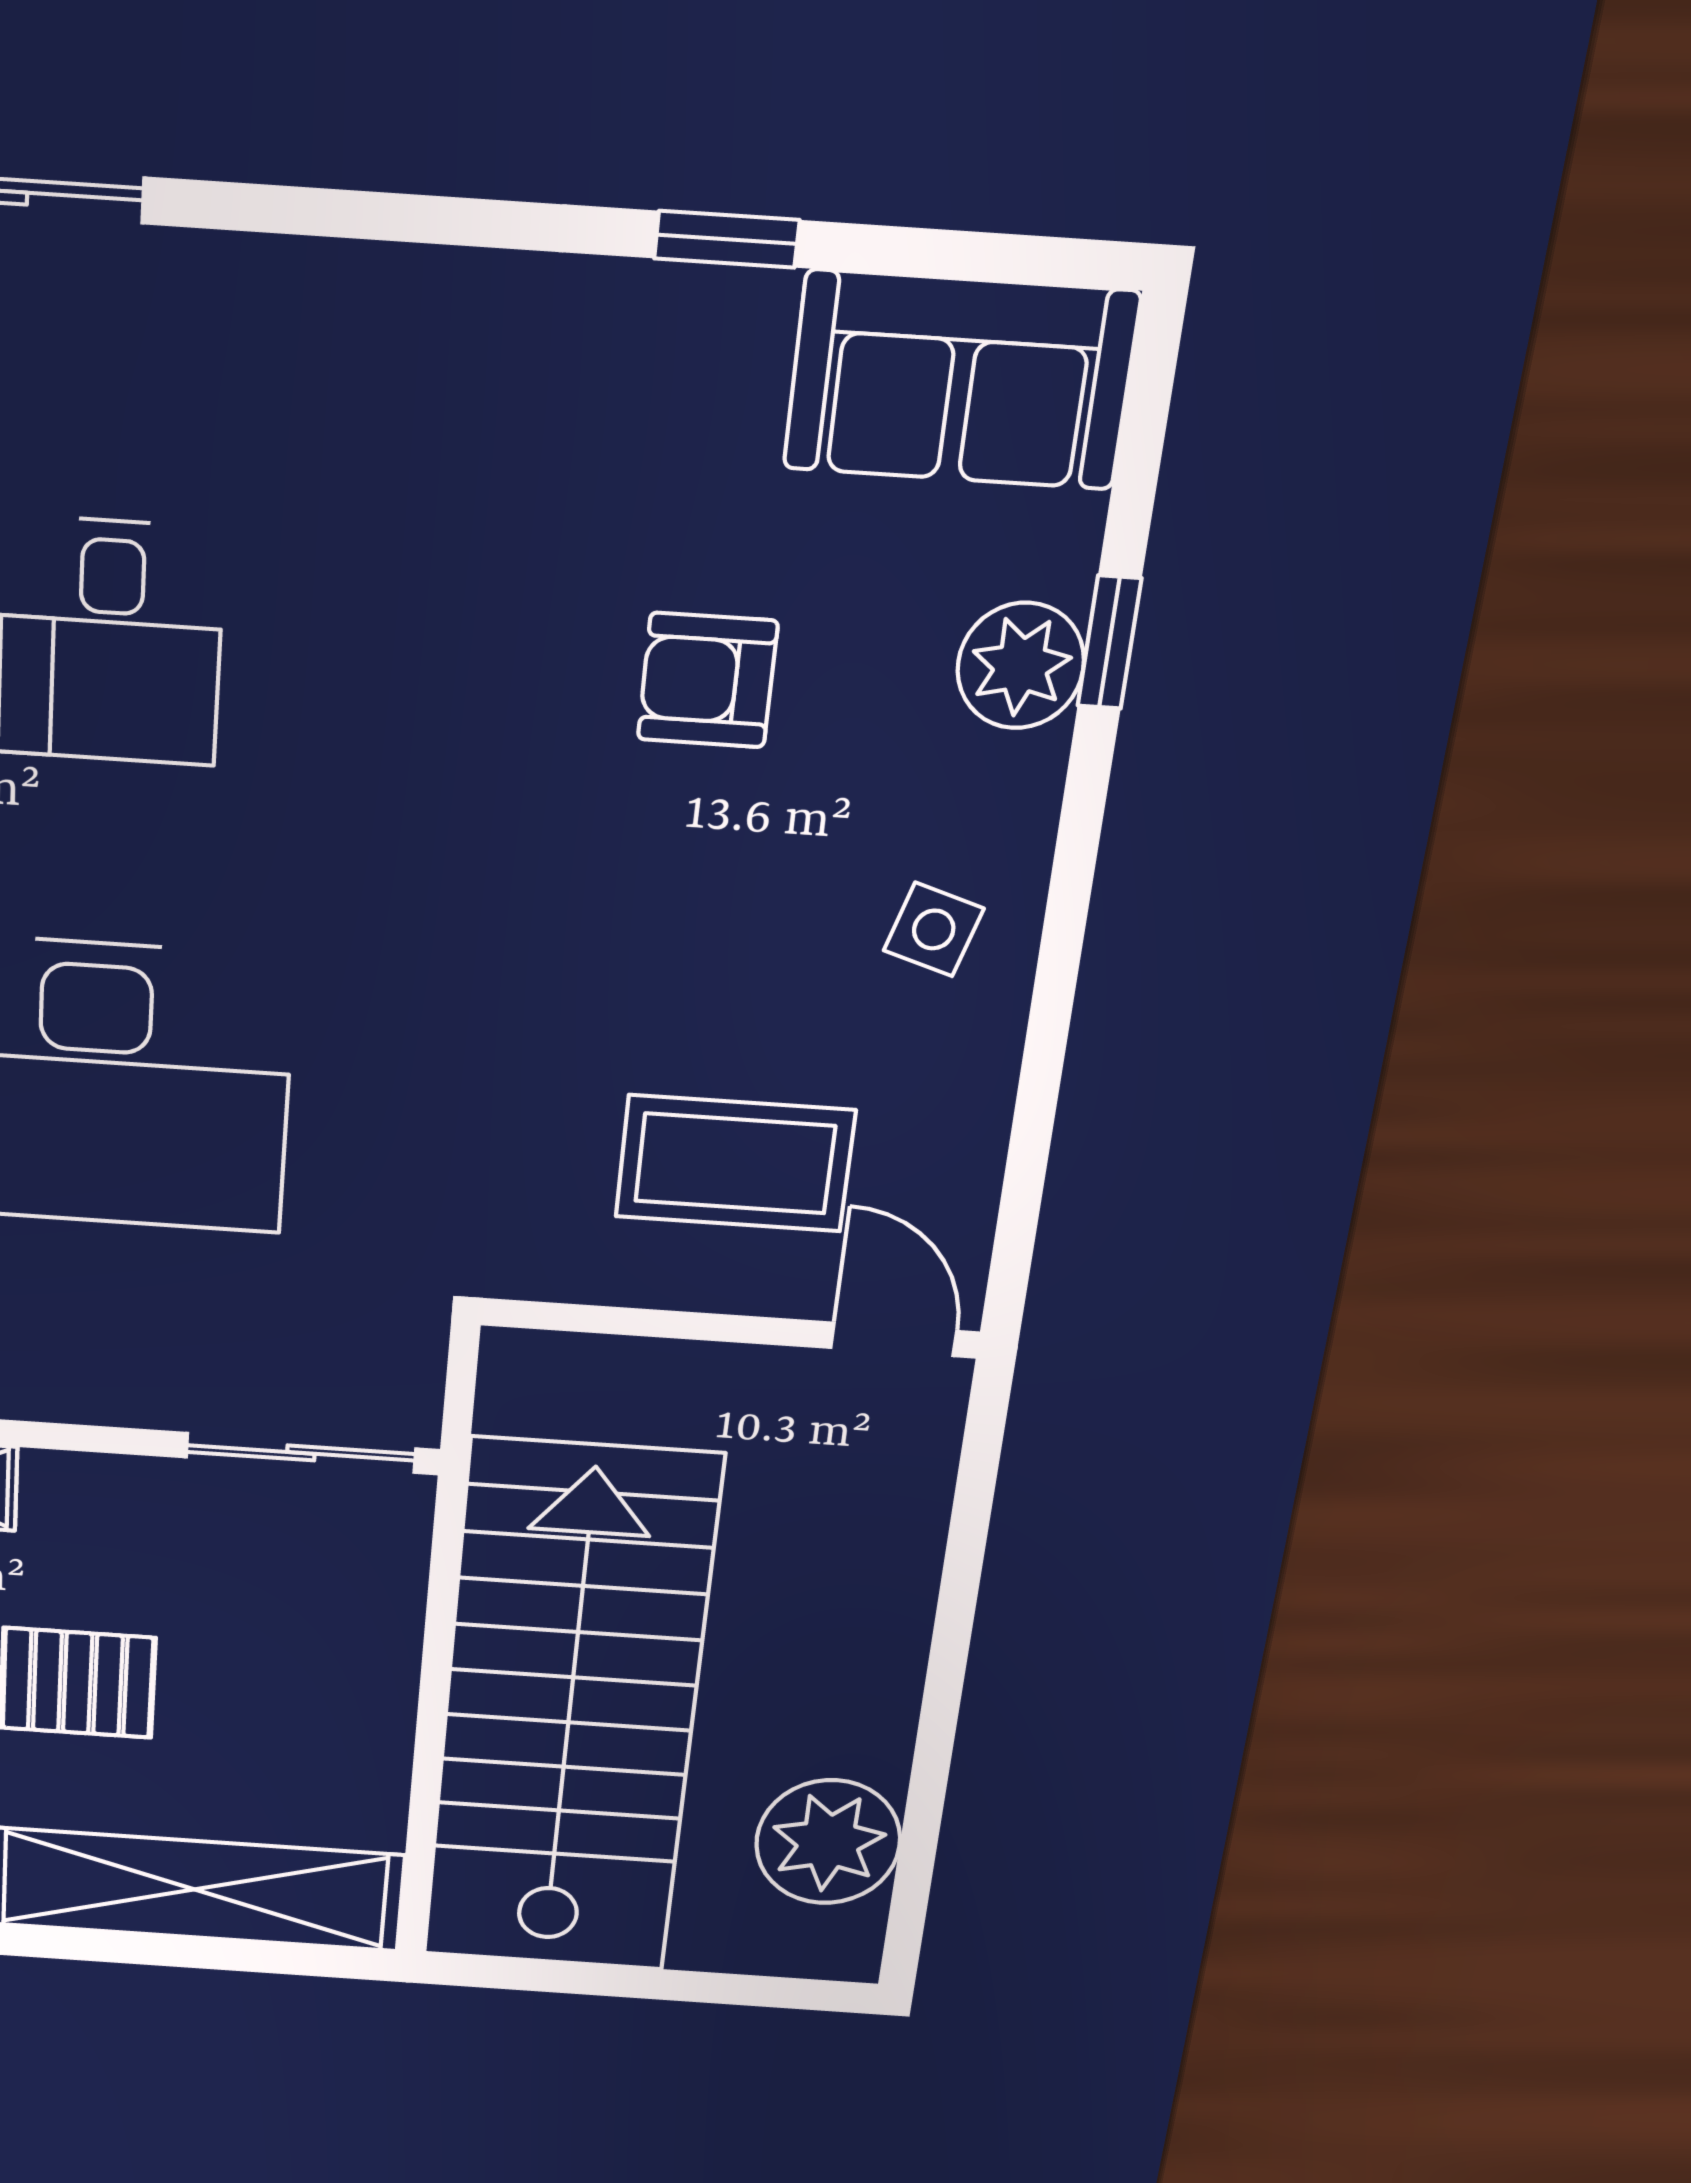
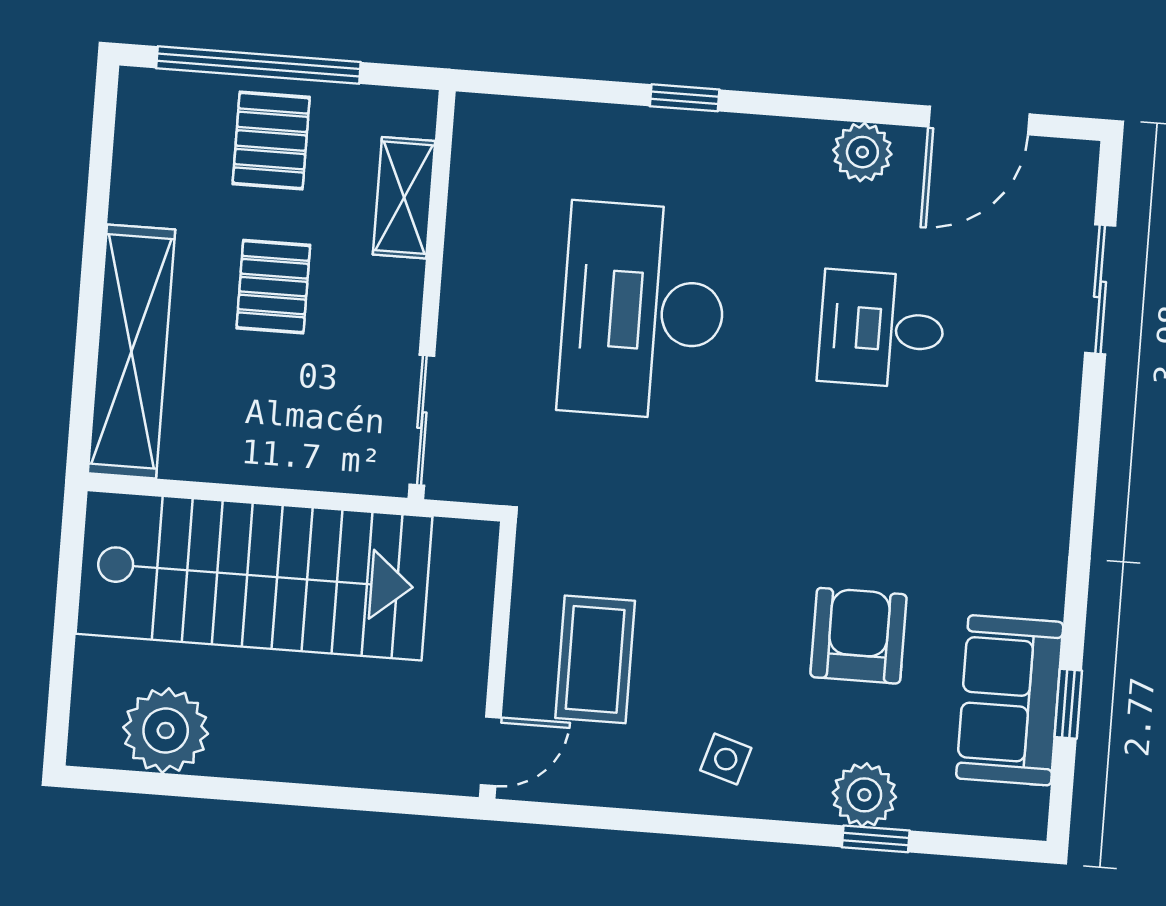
window: (727, 239) -> (1068, 704), moved
sofa: (961, 380) -> (1010, 700), moved
armchair: (708, 680) -> (859, 636), width x1.38, depth x1.38

